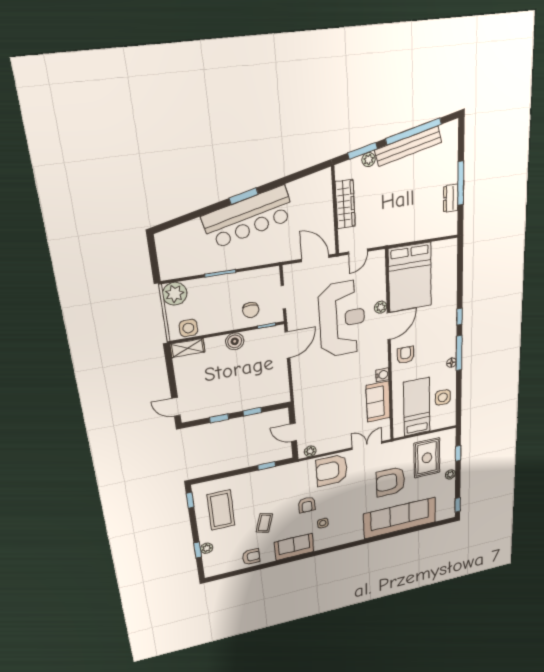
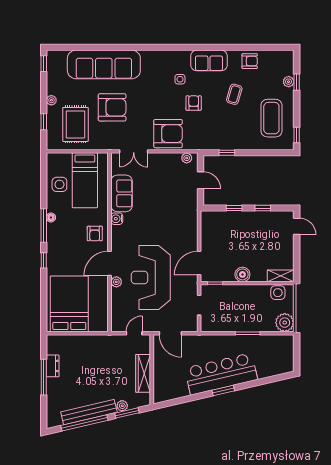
bed: (410, 277) -> (69, 304), moved
chair: (251, 310) -> (227, 299), removed
armchair: (251, 557) -> (250, 61), turned 180

